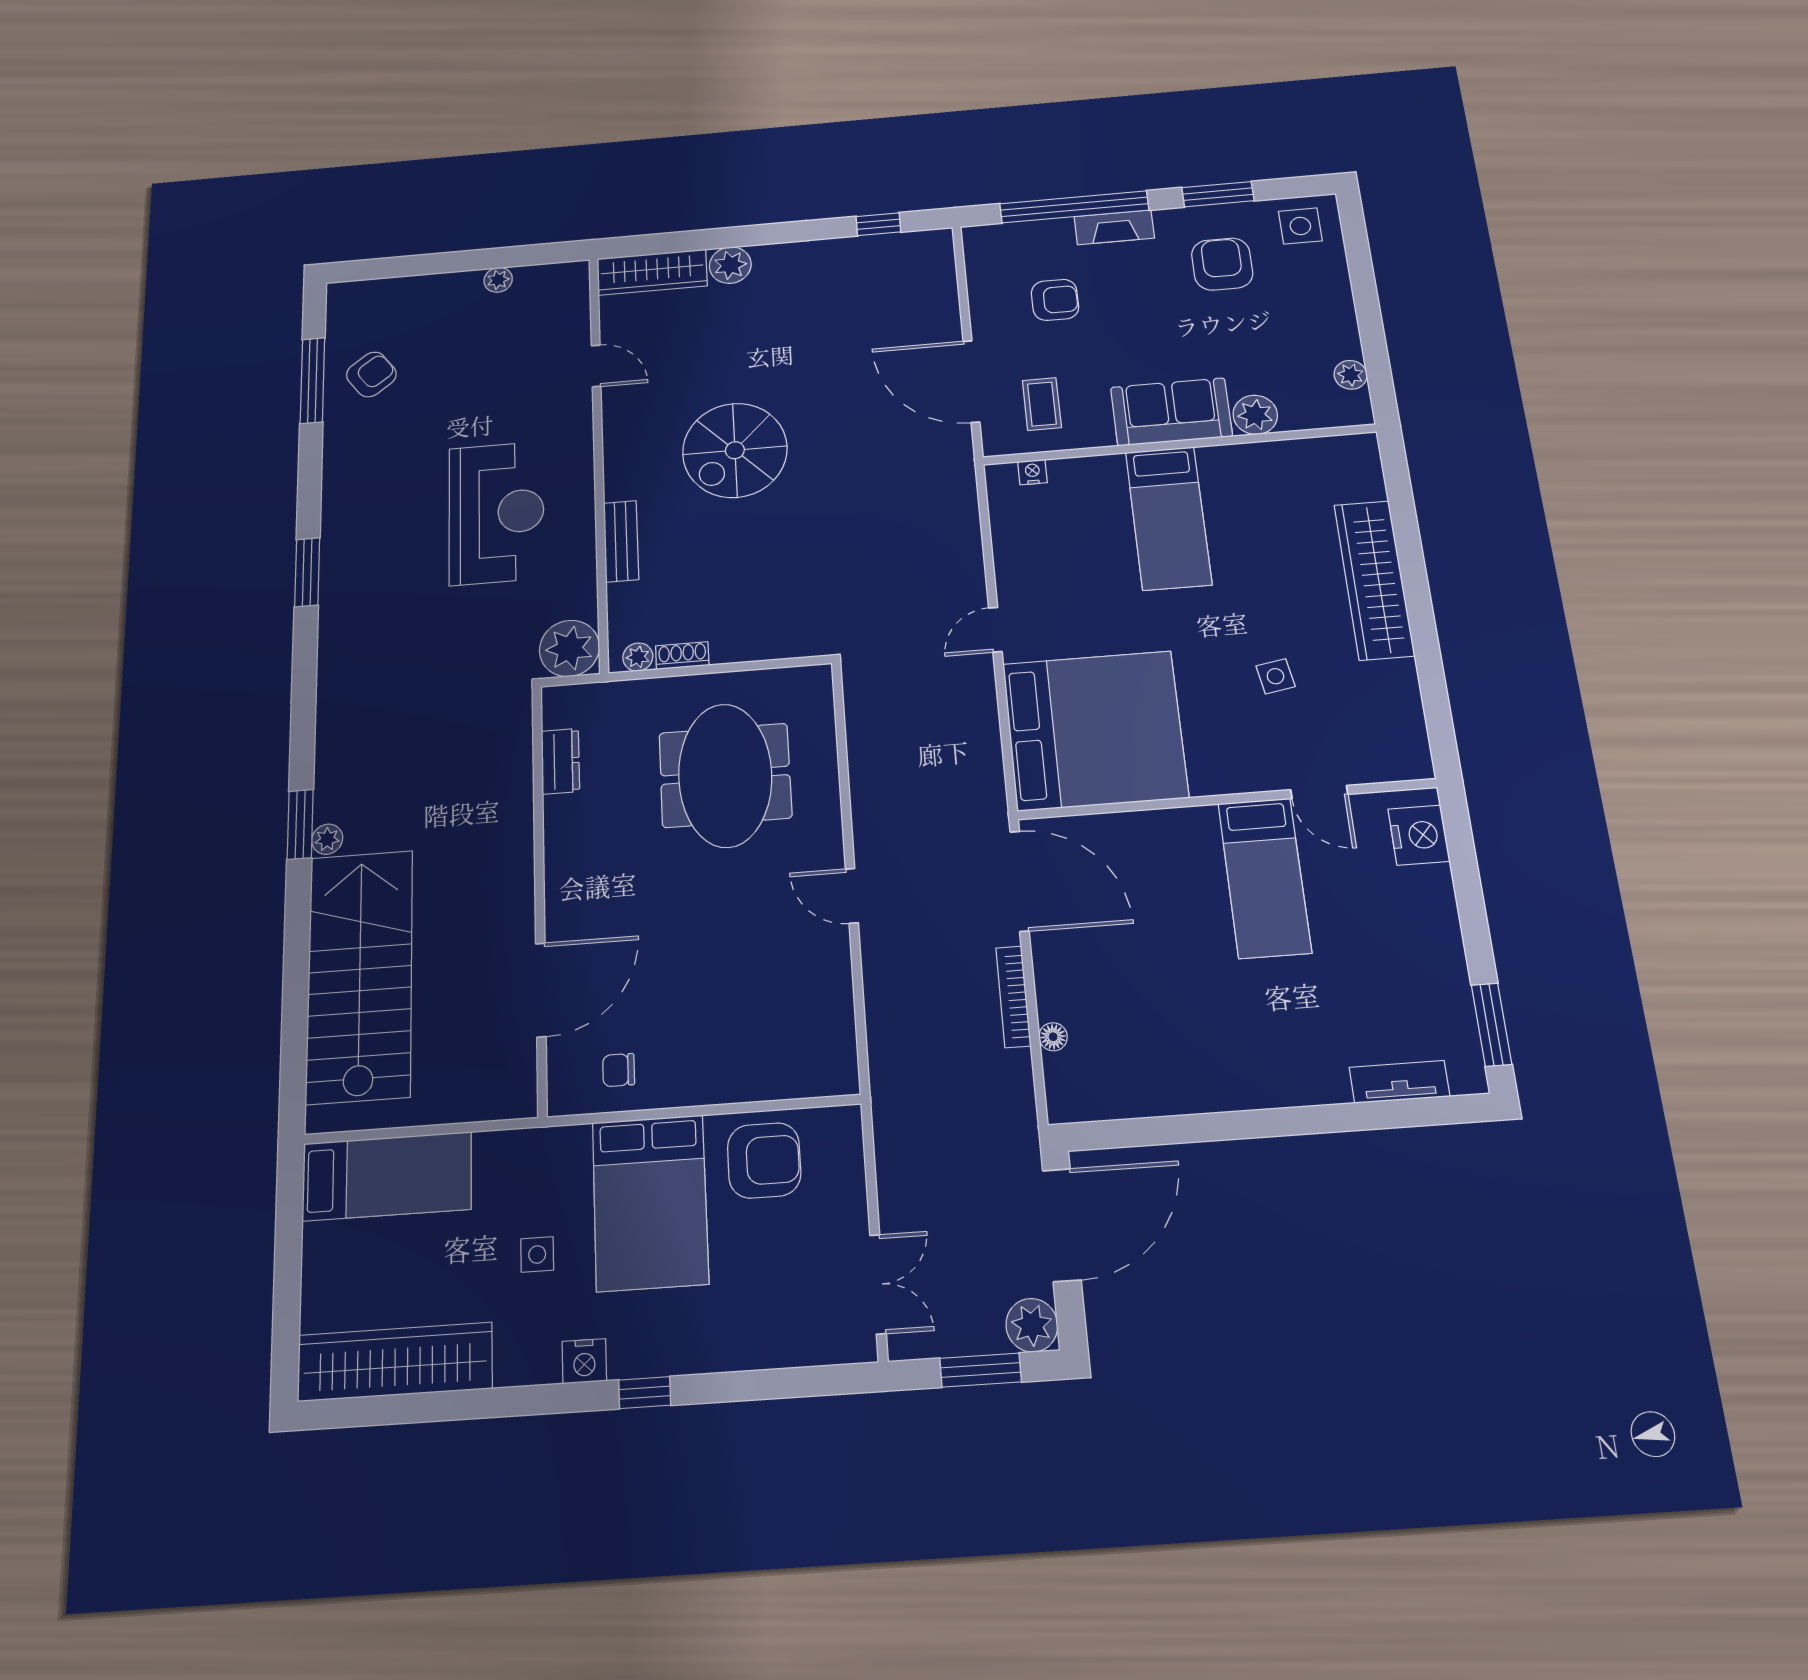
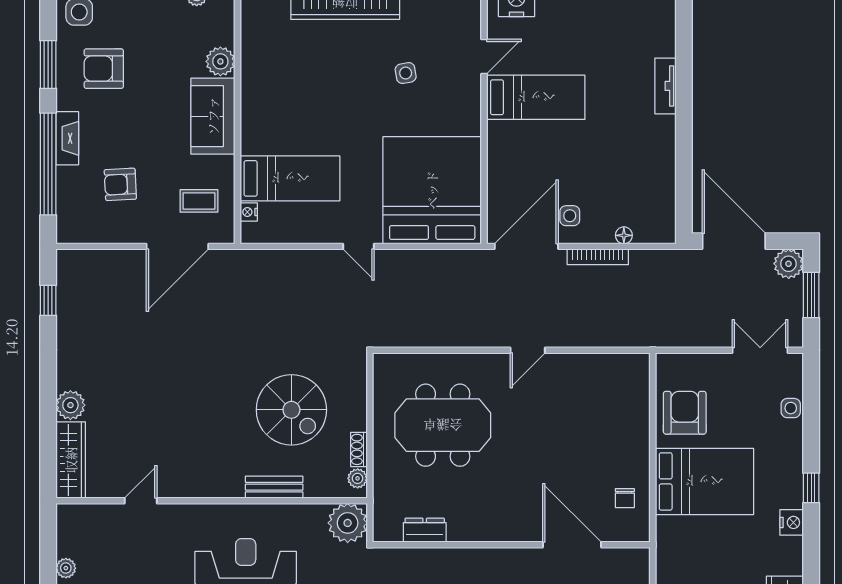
armchair: (1055, 300) -> (120, 184), turned -93
spiral stairs: (735, 450) -> (291, 410), moved
bed: (1168, 518) -> (290, 178), moved
side table: (1077, 946) -> (570, 216), added
tv unit: (1399, 1082) -> (665, 86), moved
side table: (537, 1255) -> (791, 408), moved

